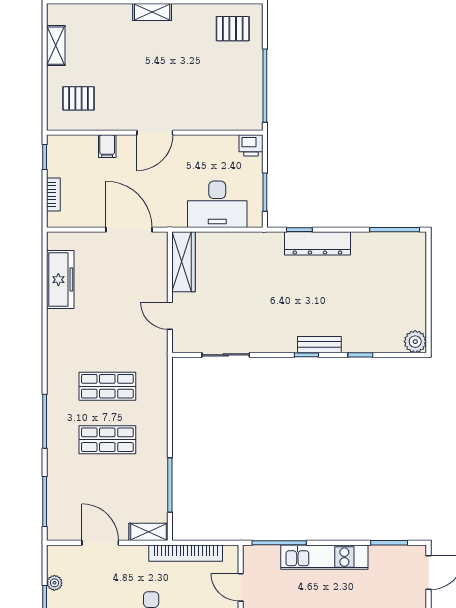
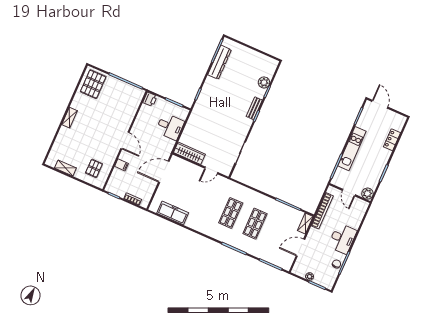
pallet: (233, 29) -> (93, 84), width x1.50, depth x1.42
desk: (217, 204) -> (170, 126), width x0.73
dresser: (317, 243) -> (220, 62), moved
plant: (415, 342) -> (264, 82), moved
door: (241, 587) -> (349, 193), hinge flipped

